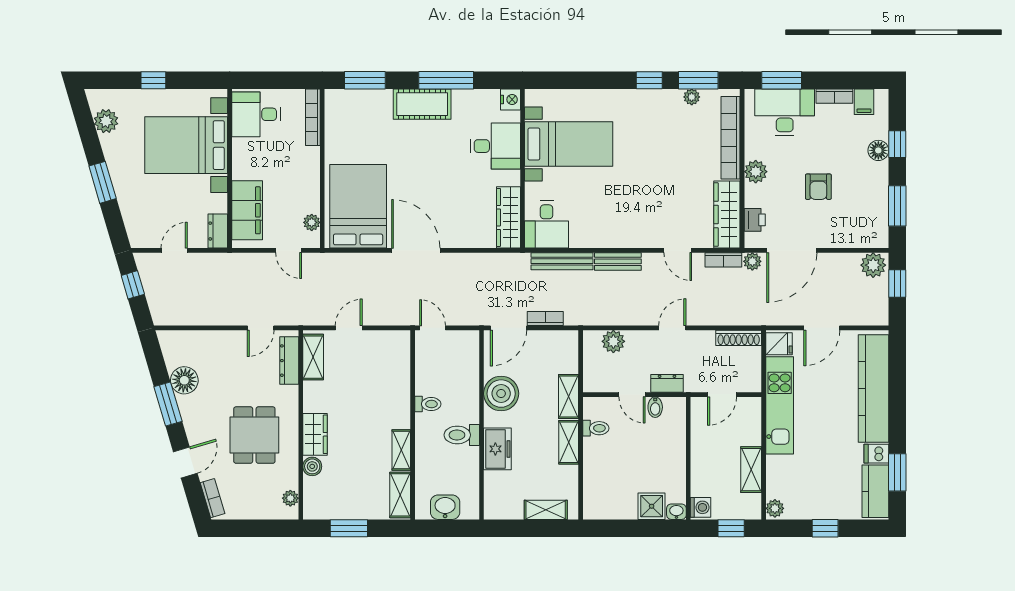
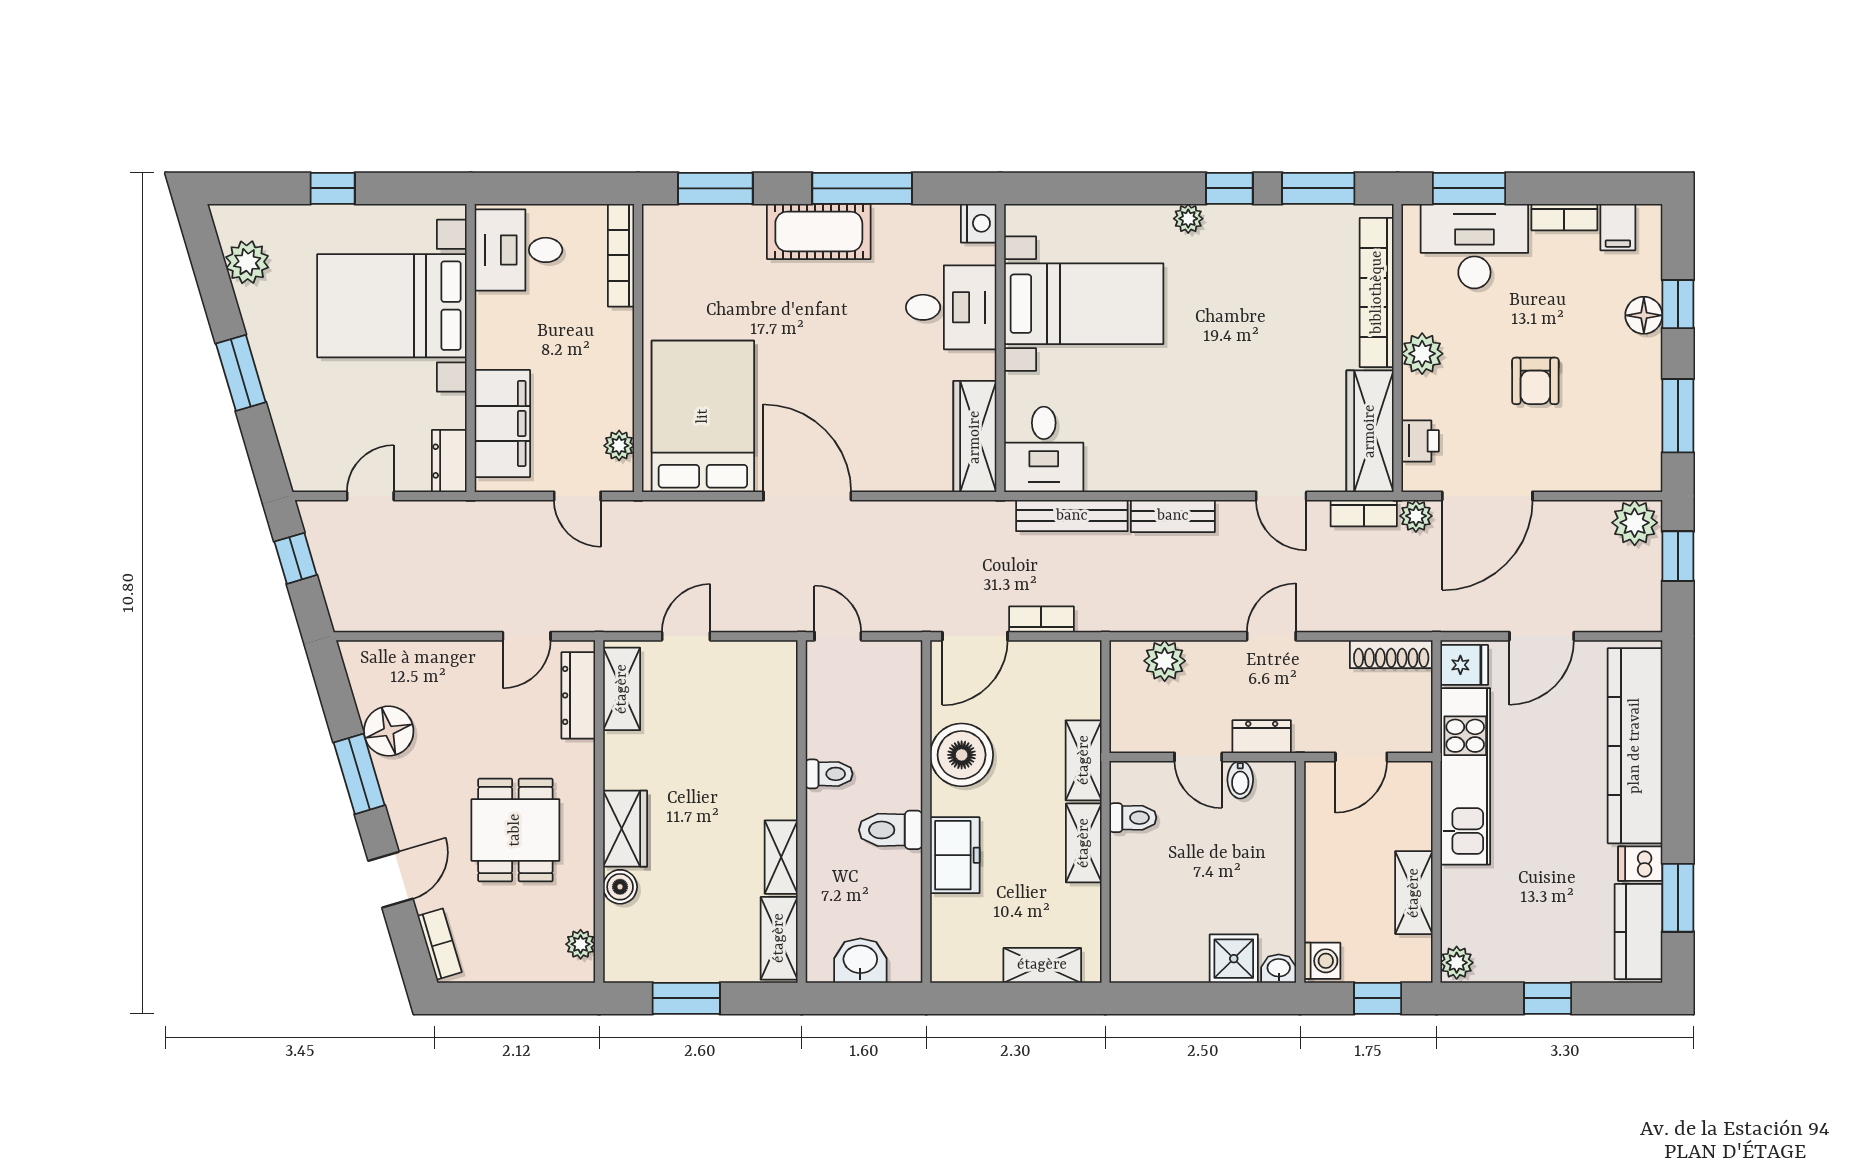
plant: (692, 97) -> (1188, 219), moved

